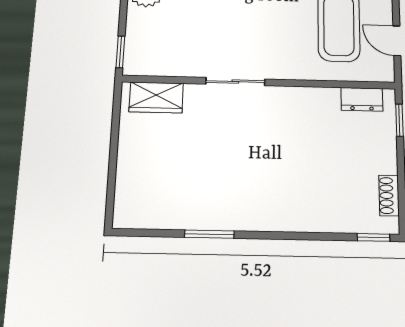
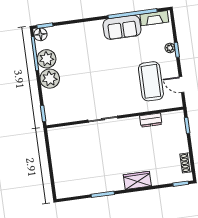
wardrobe: (156, 97) -> (137, 180), moved, turned 180
dresser: (362, 99) -> (151, 120), moved

